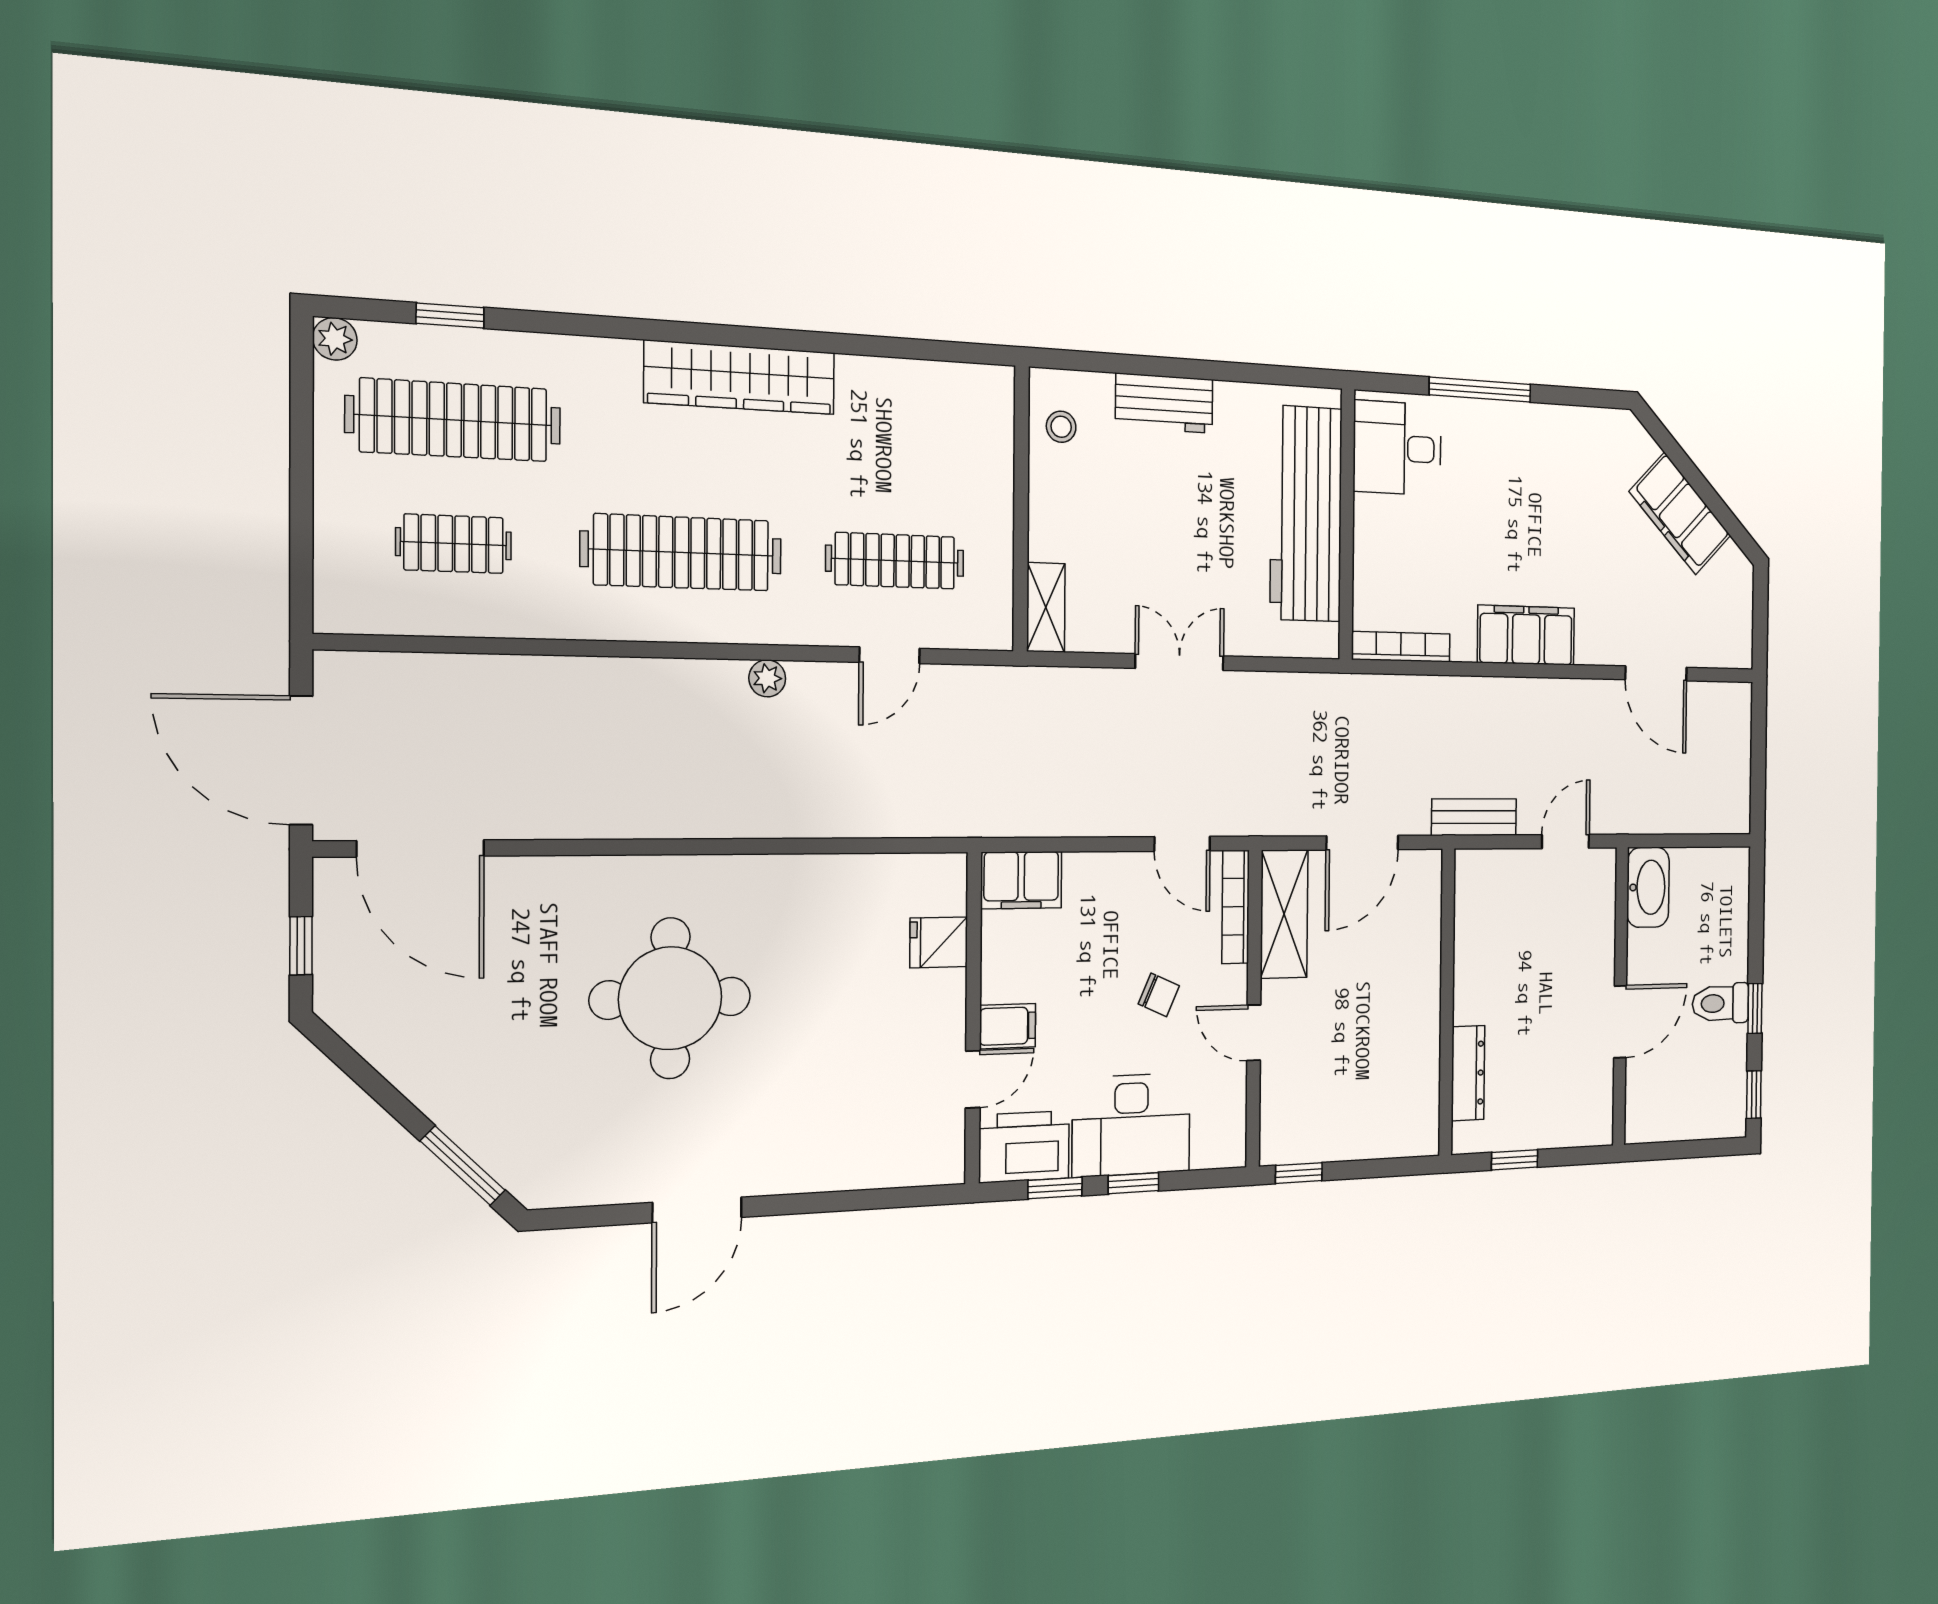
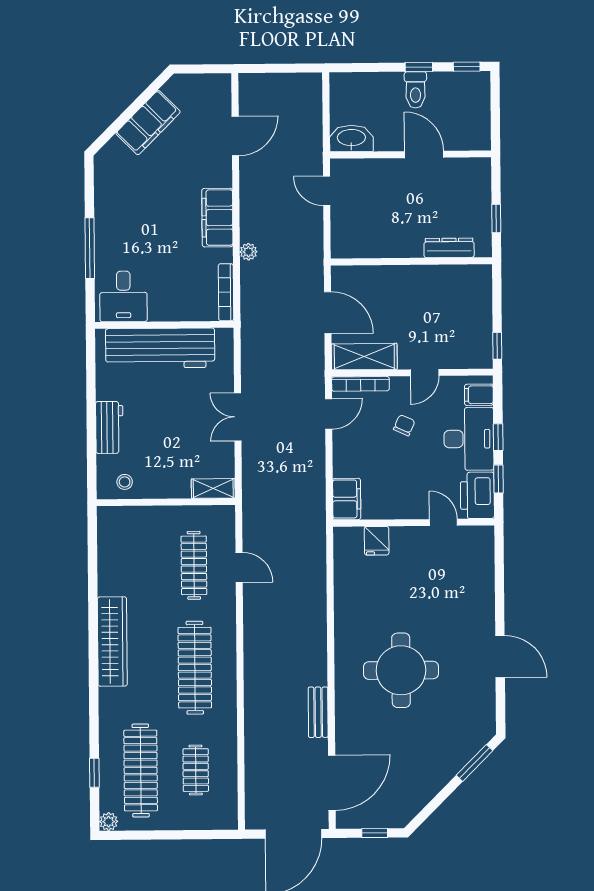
plant: (767, 678) -> (248, 252), moved
bench: (1474, 817) -> (318, 712), moved
filing cabinet: (1008, 1026) -> (479, 395), moved, turned -90

